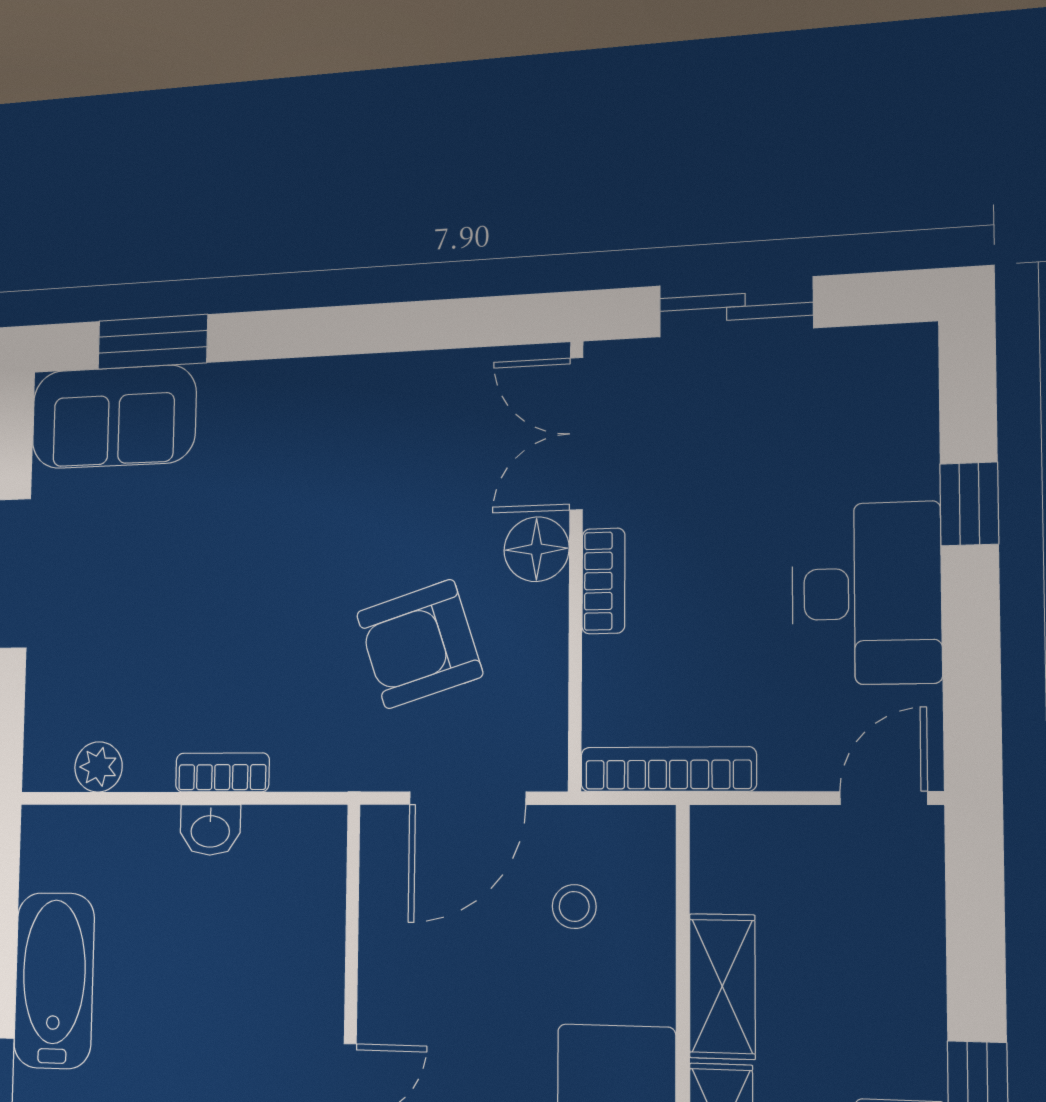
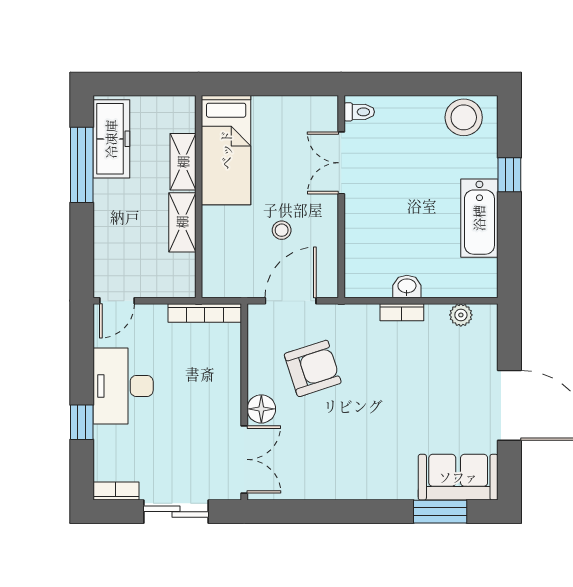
bookcase: (603, 581) -> (116, 491), moved, turned 90
stool: (574, 906) -> (282, 230), moved

